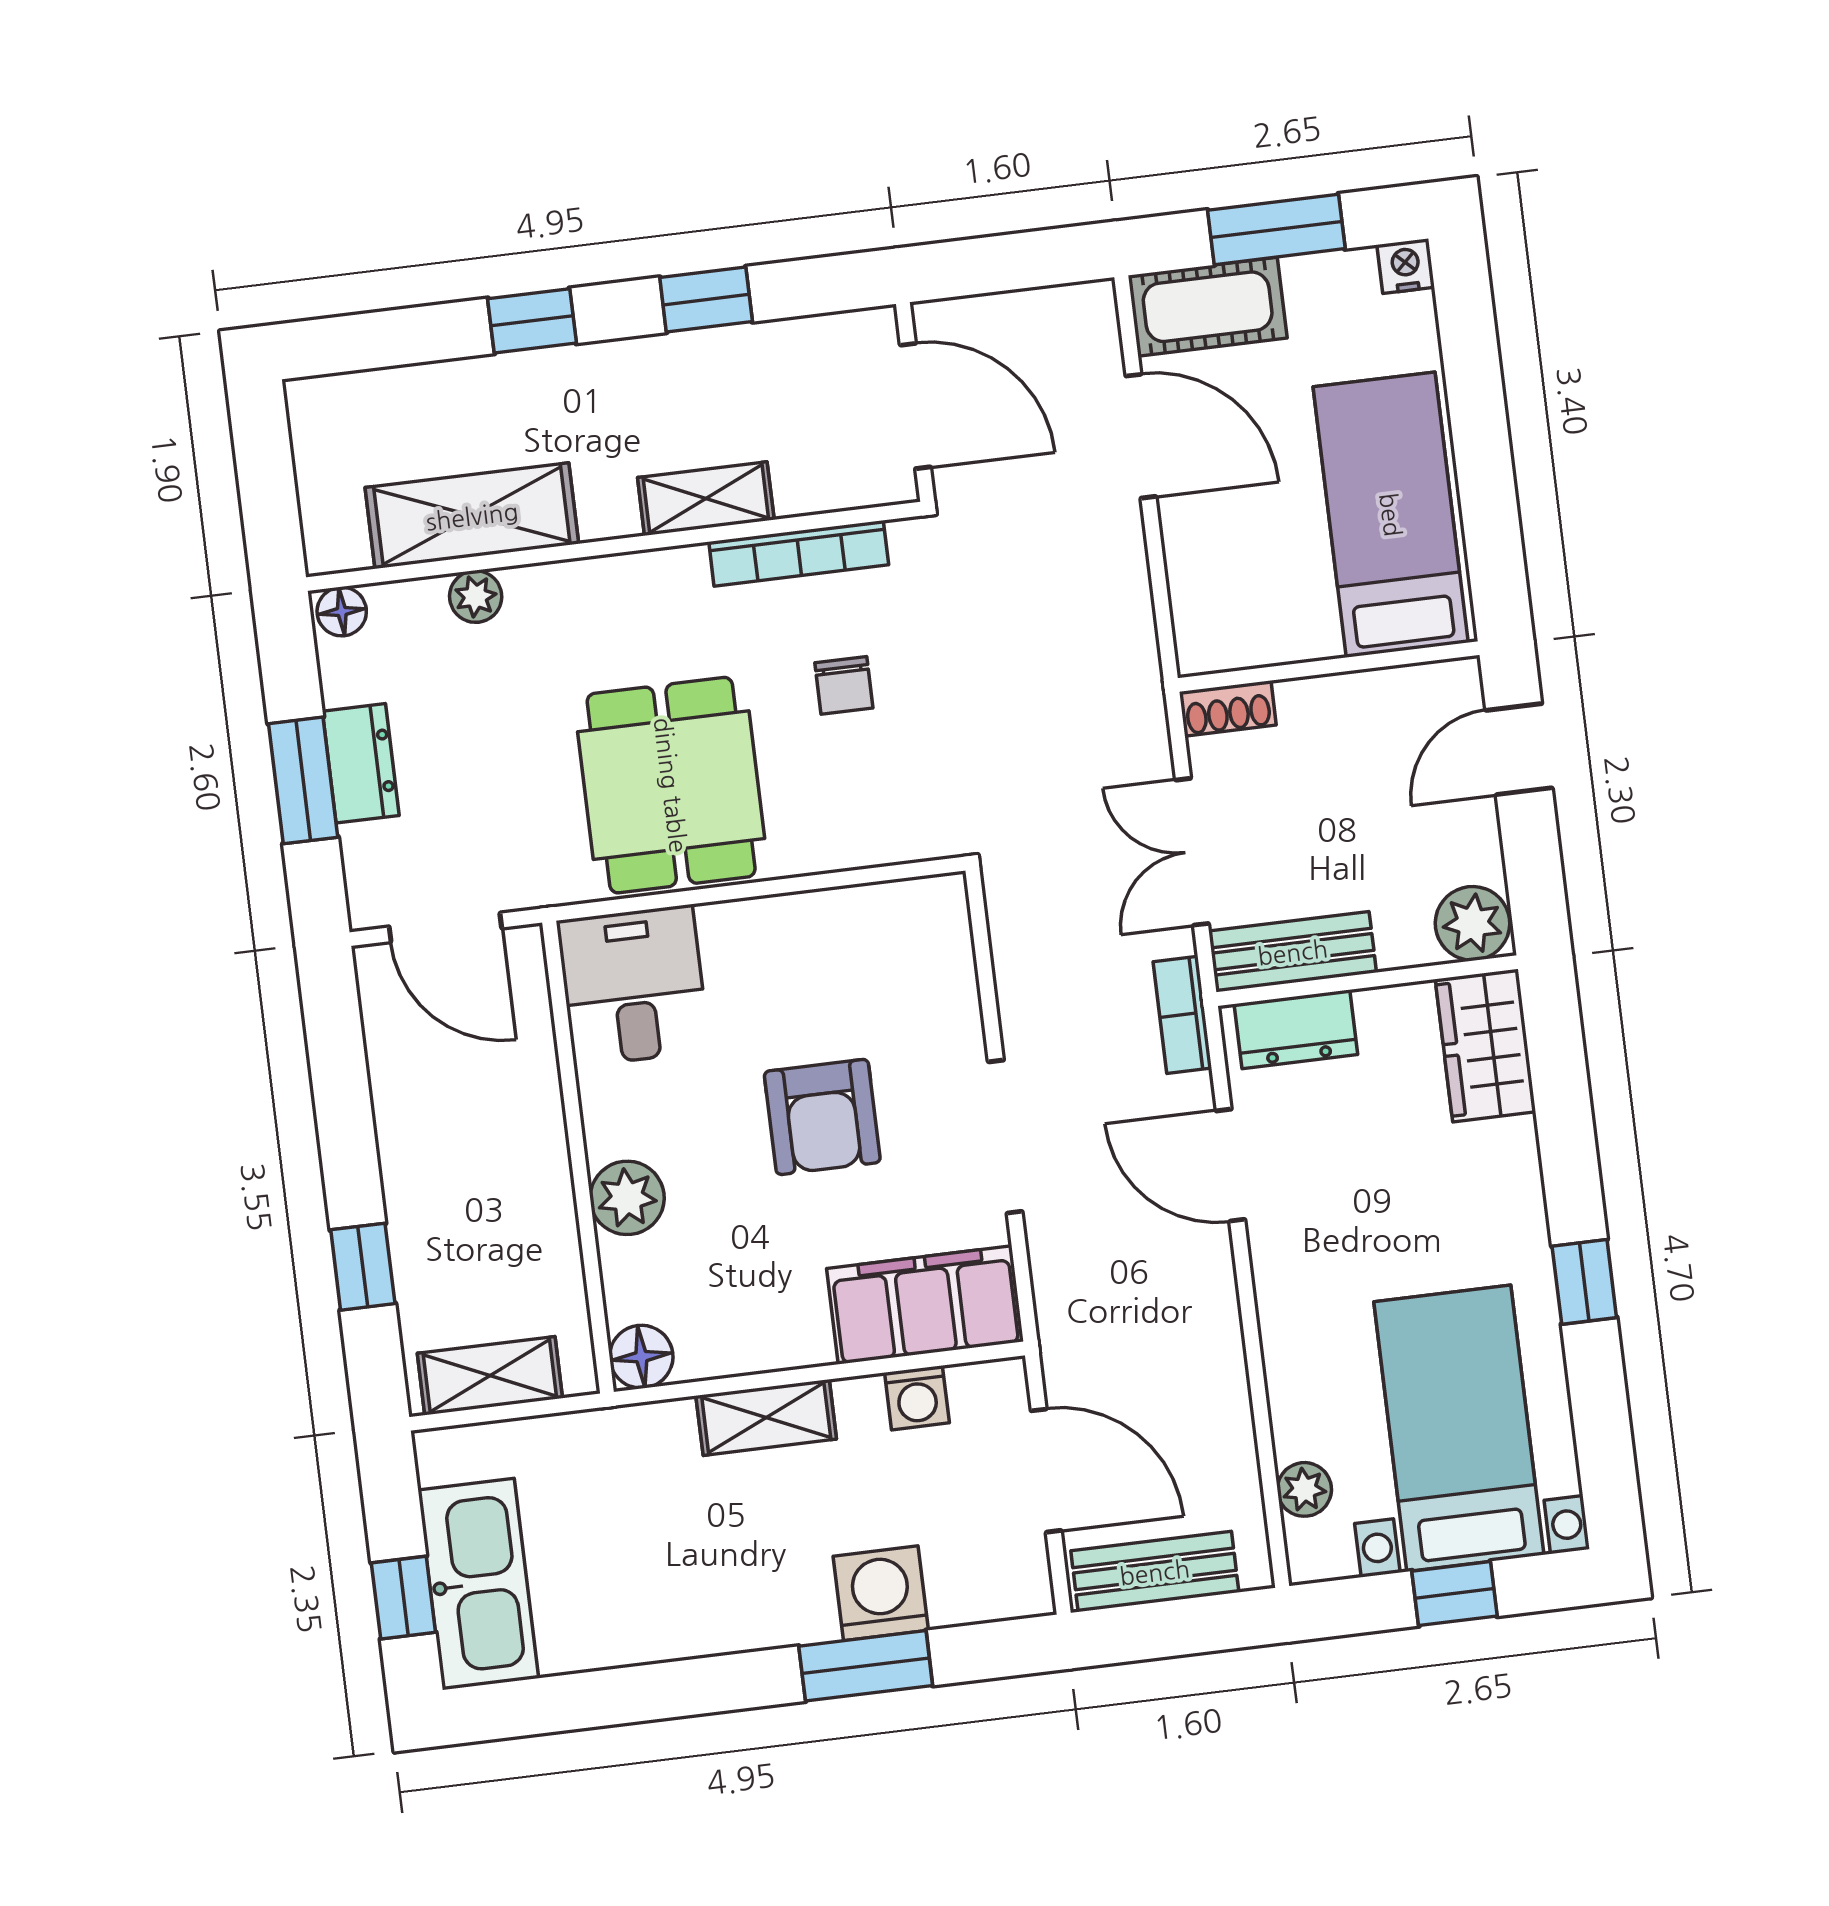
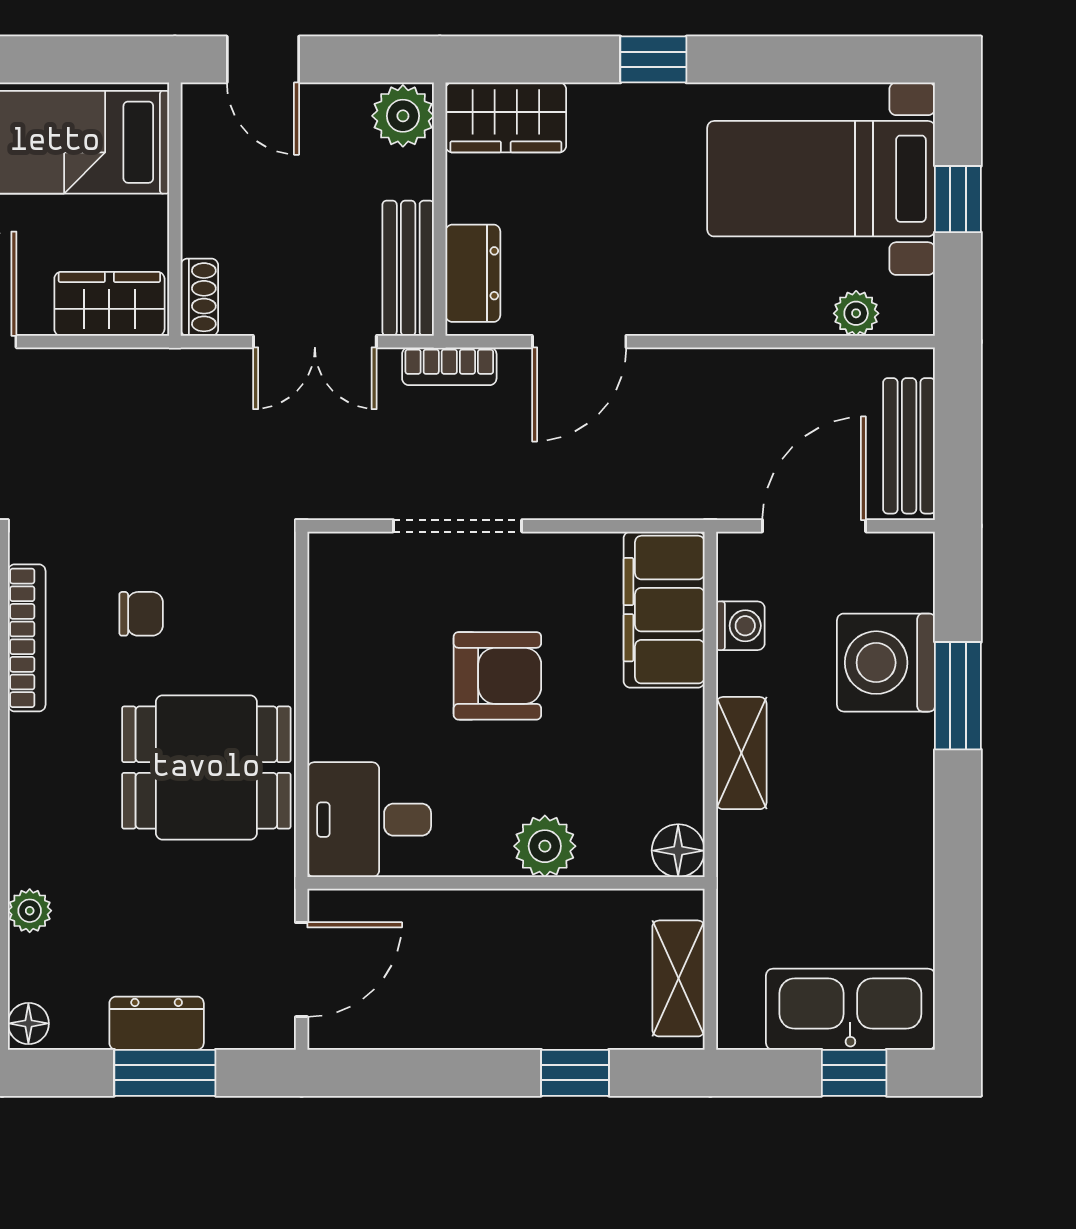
wardrobe: (1207, 603) -> (109, 304), added
doorway: (1005, 1137) -> (458, 526), moved
window: (1584, 1282) -> (653, 59), moved
washing machine: (881, 1593) -> (886, 663), width x1.37, depth x1.37

